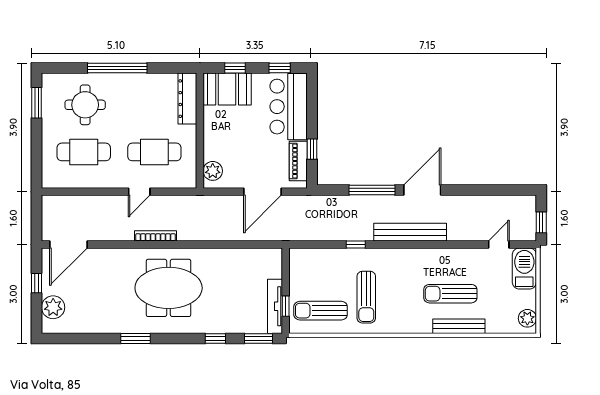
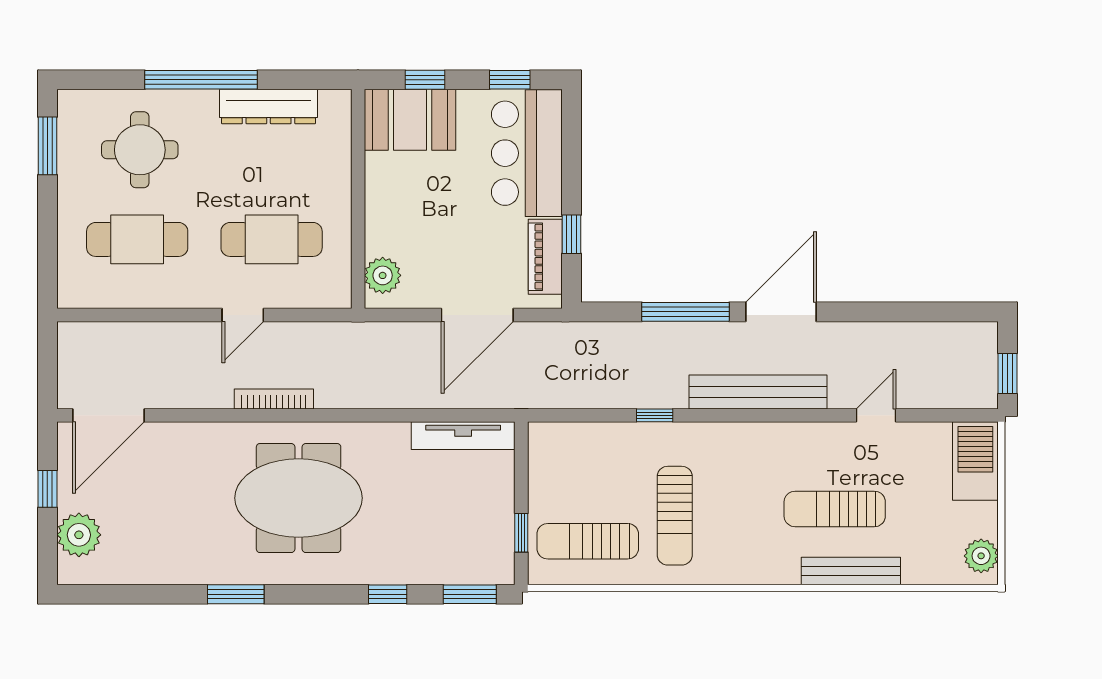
dresser: (187, 99) -> (269, 107), moved, turned -90
door: (499, 244) -> (876, 415), moved
tv unit: (275, 306) -> (463, 436), moved, turned -90

